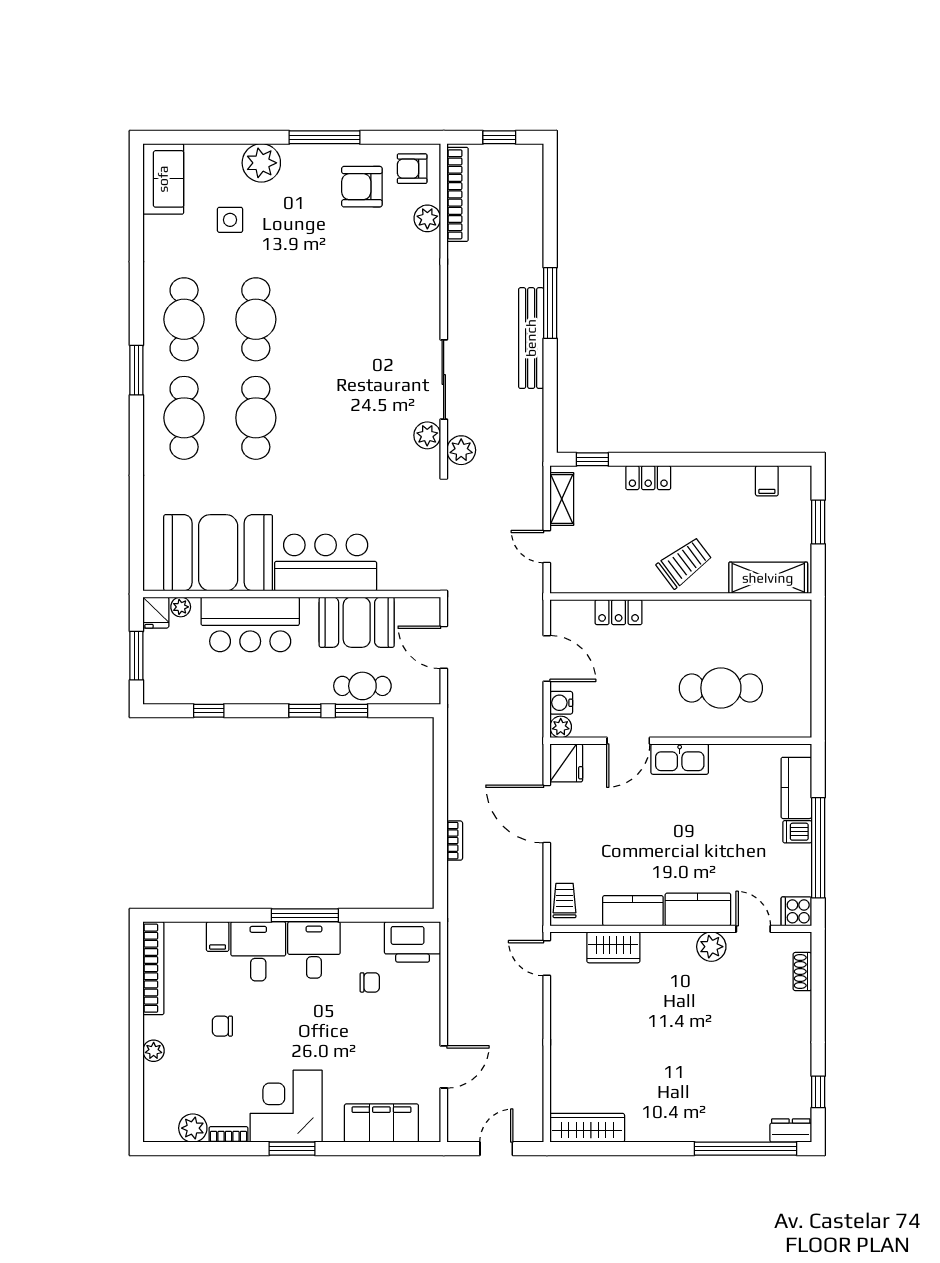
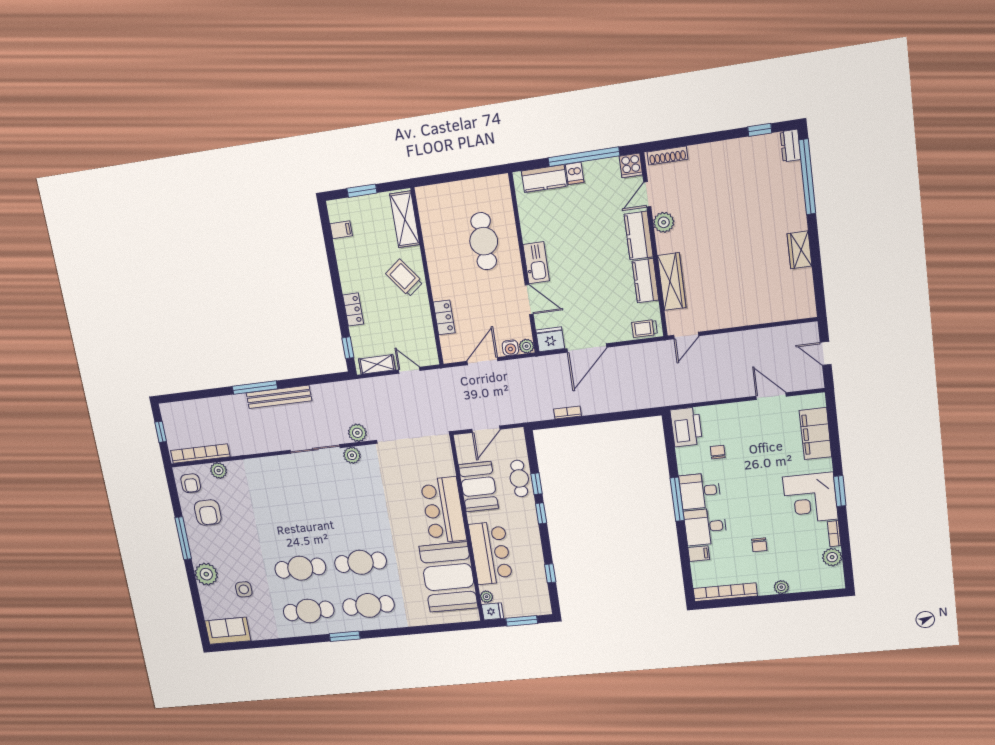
door: (547, 547) -> (409, 370), swing flipped
bookcase: (455, 841) -> (567, 412), moved
wardrobe: (613, 947) -> (672, 282), width x1.50
shoe rack: (802, 972) -> (667, 156), width x1.43
wardrobe: (587, 1128) -> (799, 250), moved, width x0.67

